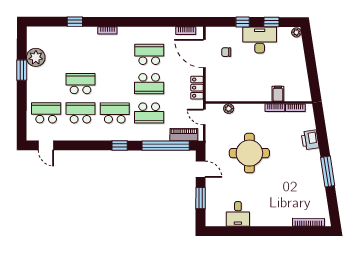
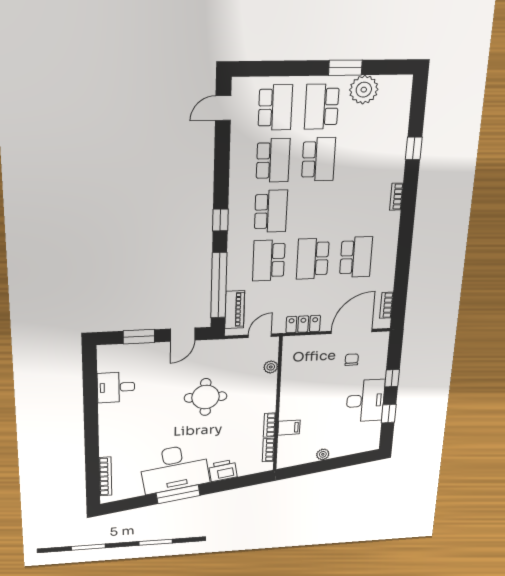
plant: (296, 32) -> (323, 454), moved
school desk: (46, 84) -> (322, 107), added
round table: (249, 153) -> (206, 397), width x0.73, depth x0.73
desk: (306, 174) -> (174, 468), added

